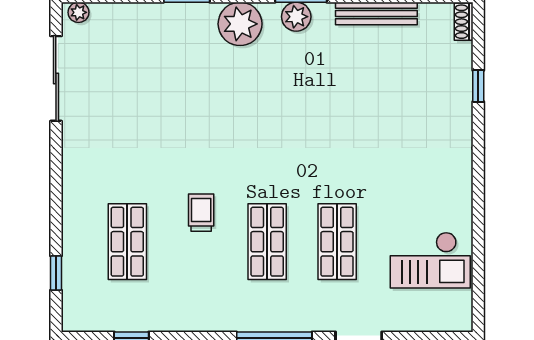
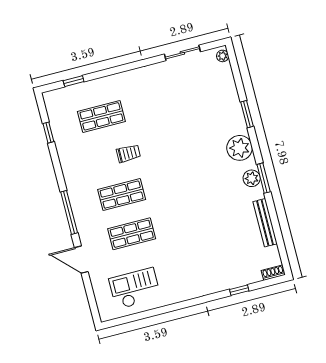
sliding door: (56, 78) -> (182, 53), width x0.73
checkout: (430, 260) -> (135, 288), turned 90

